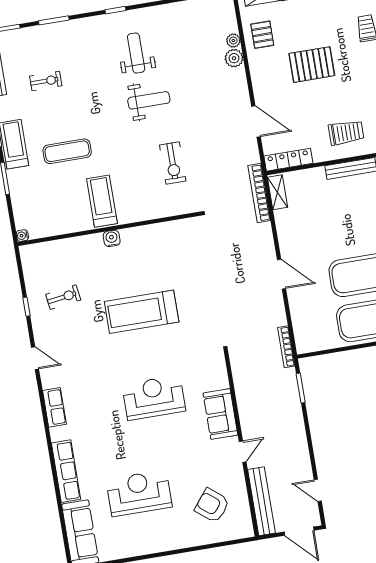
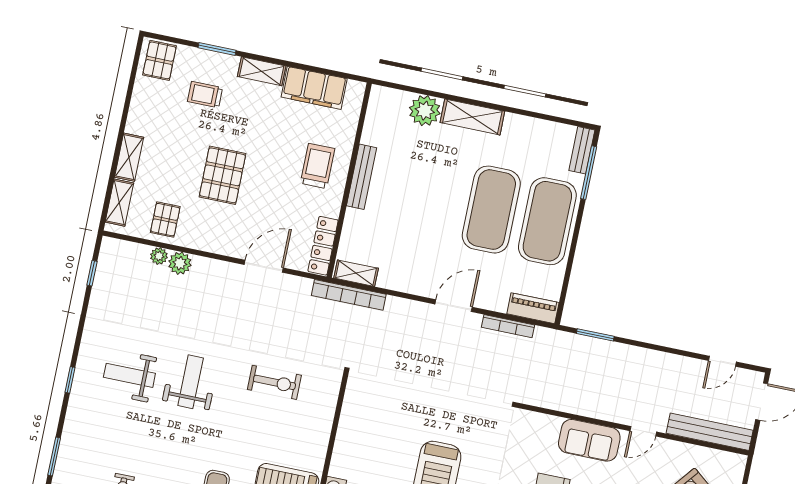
pallet: (262, 35) -> (165, 220), turned 90
piano: (302, 334) -> (533, 308), added
bookcase: (286, 347) -> (508, 326), moved
door: (243, 452) -> (643, 431), swing flipped

